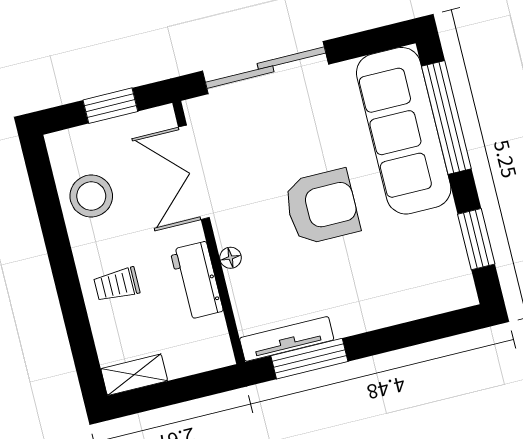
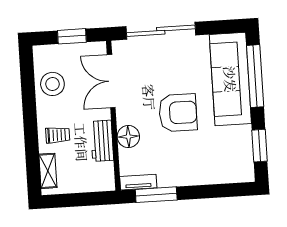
floor lamp: (231, 258) -> (128, 137), width x1.89, depth x1.89
trolley: (117, 285) -> (58, 135), turned 180
tv unit: (287, 339) -> (138, 182), width x0.71
shelving: (134, 375) -> (48, 171), moved, turned 90

